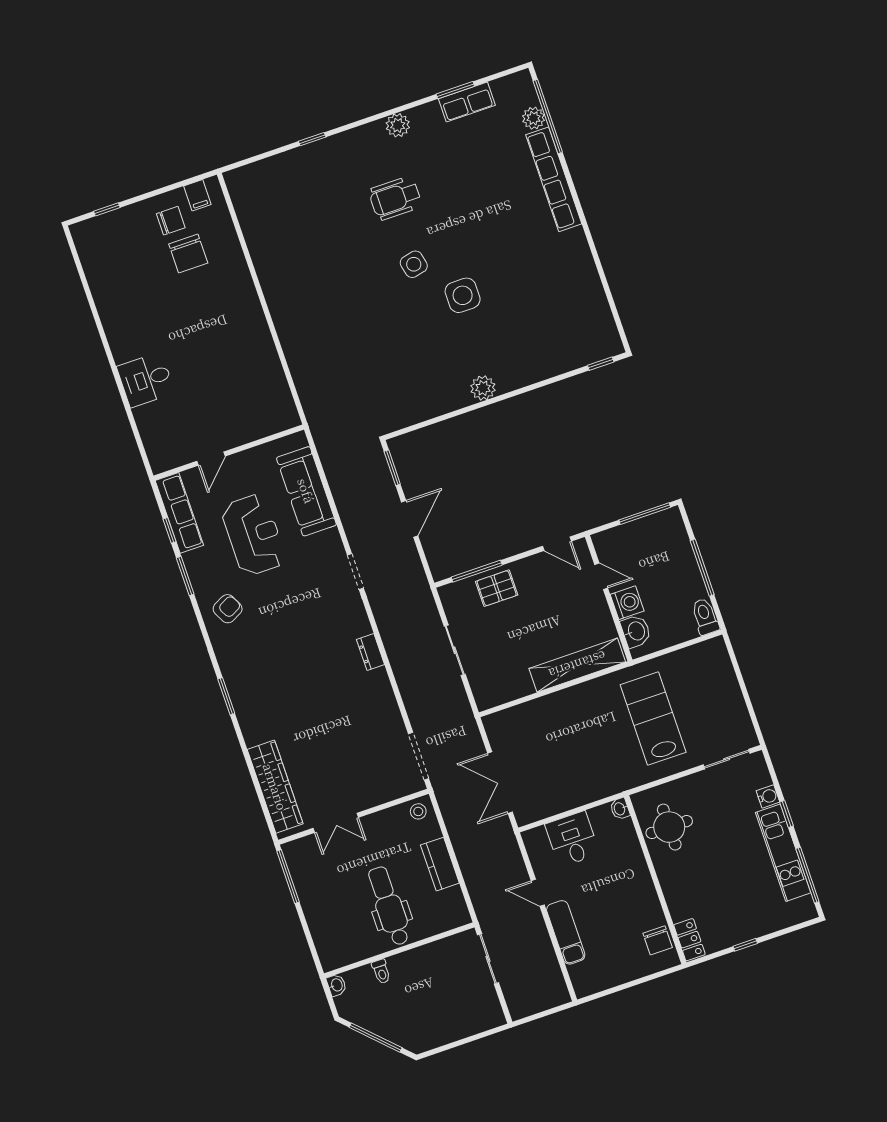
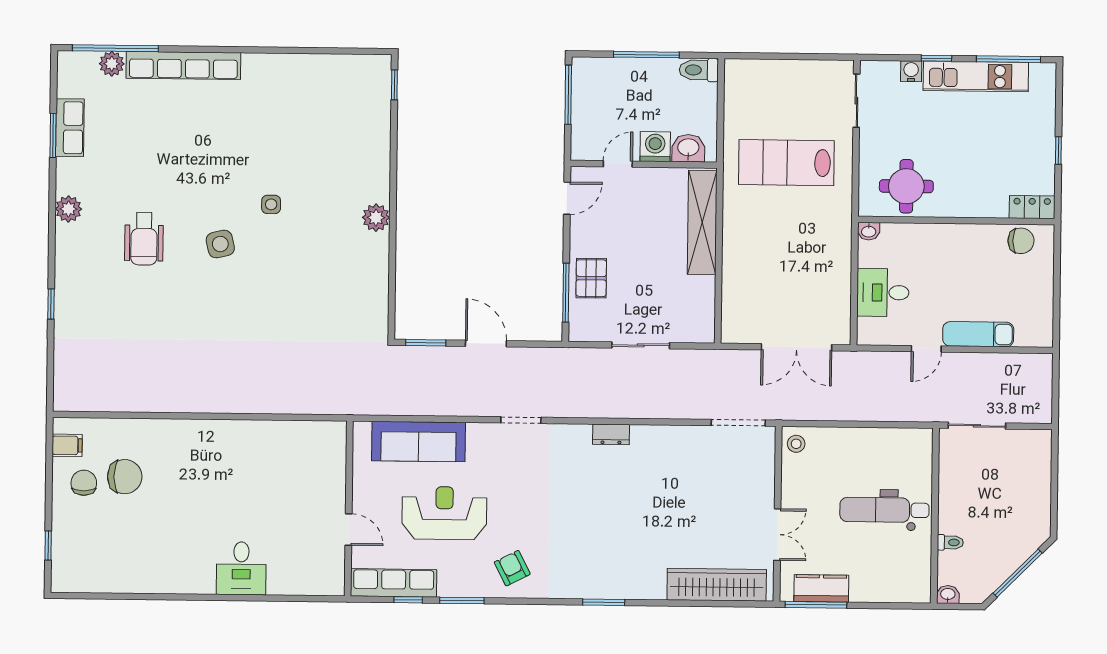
side table: (463, 295) -> (271, 204), width x0.54, depth x0.54
kitchen counter: (440, 864) -> (821, 588), moved, turned 180

